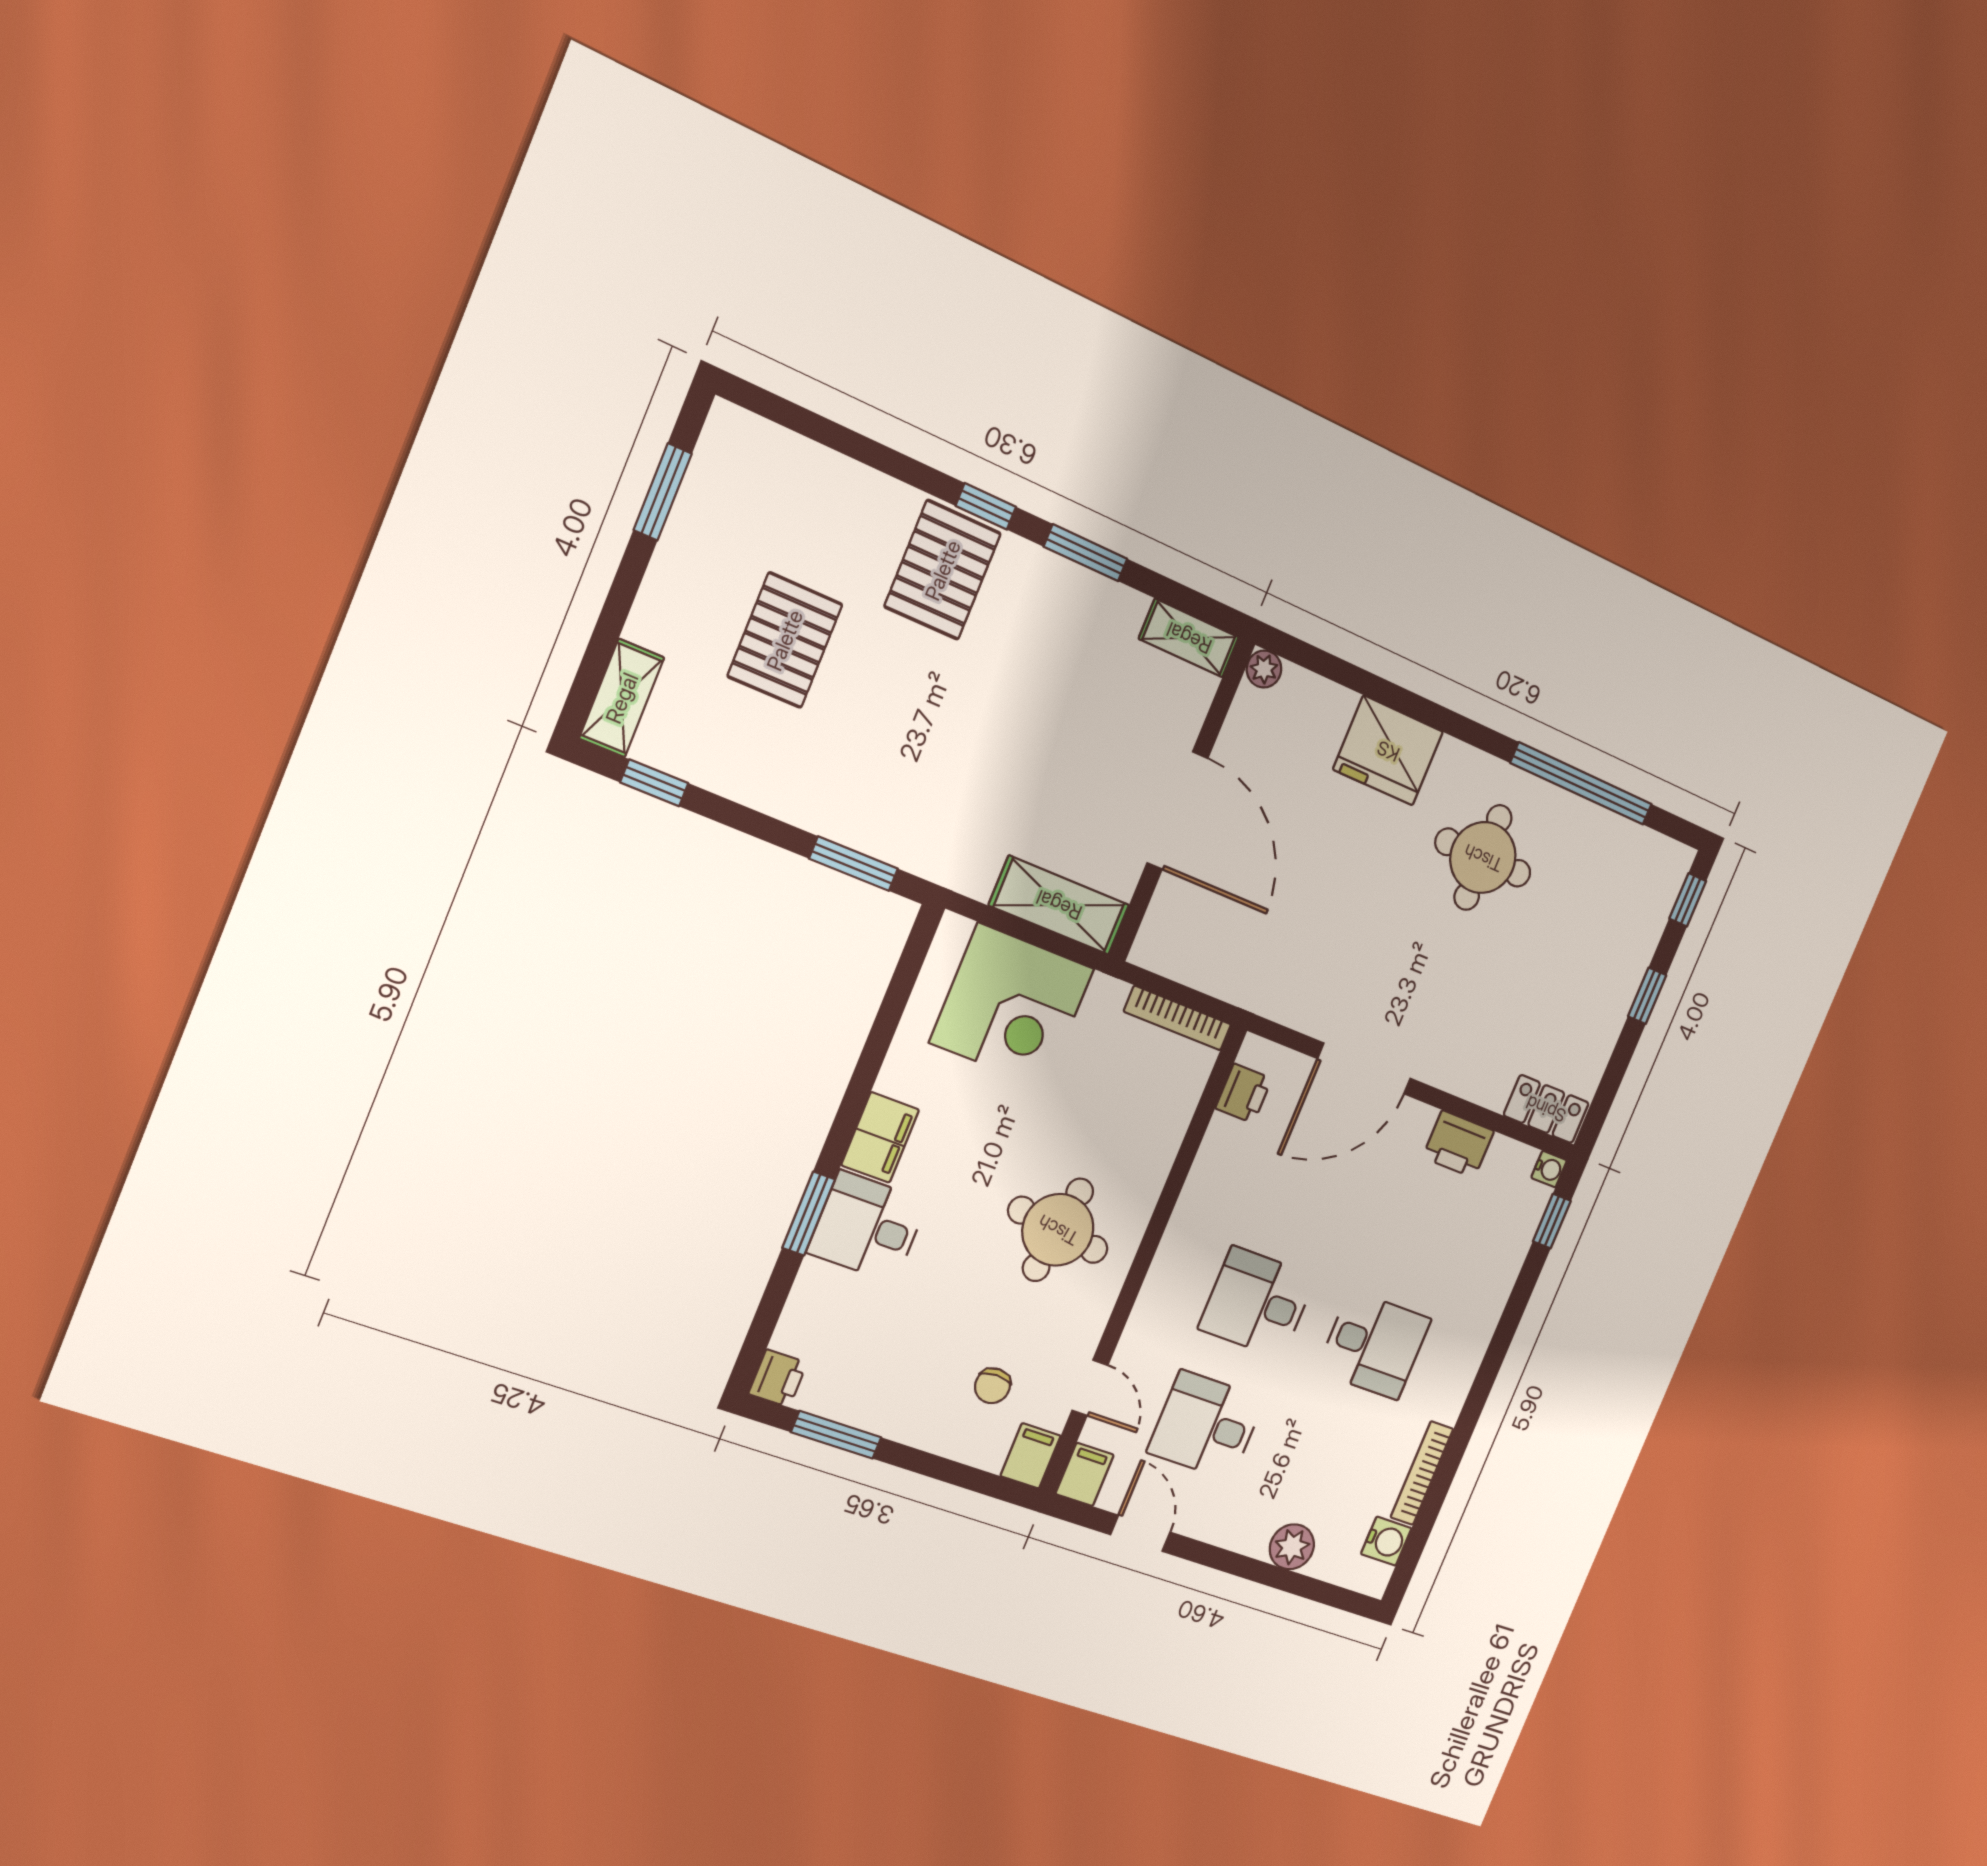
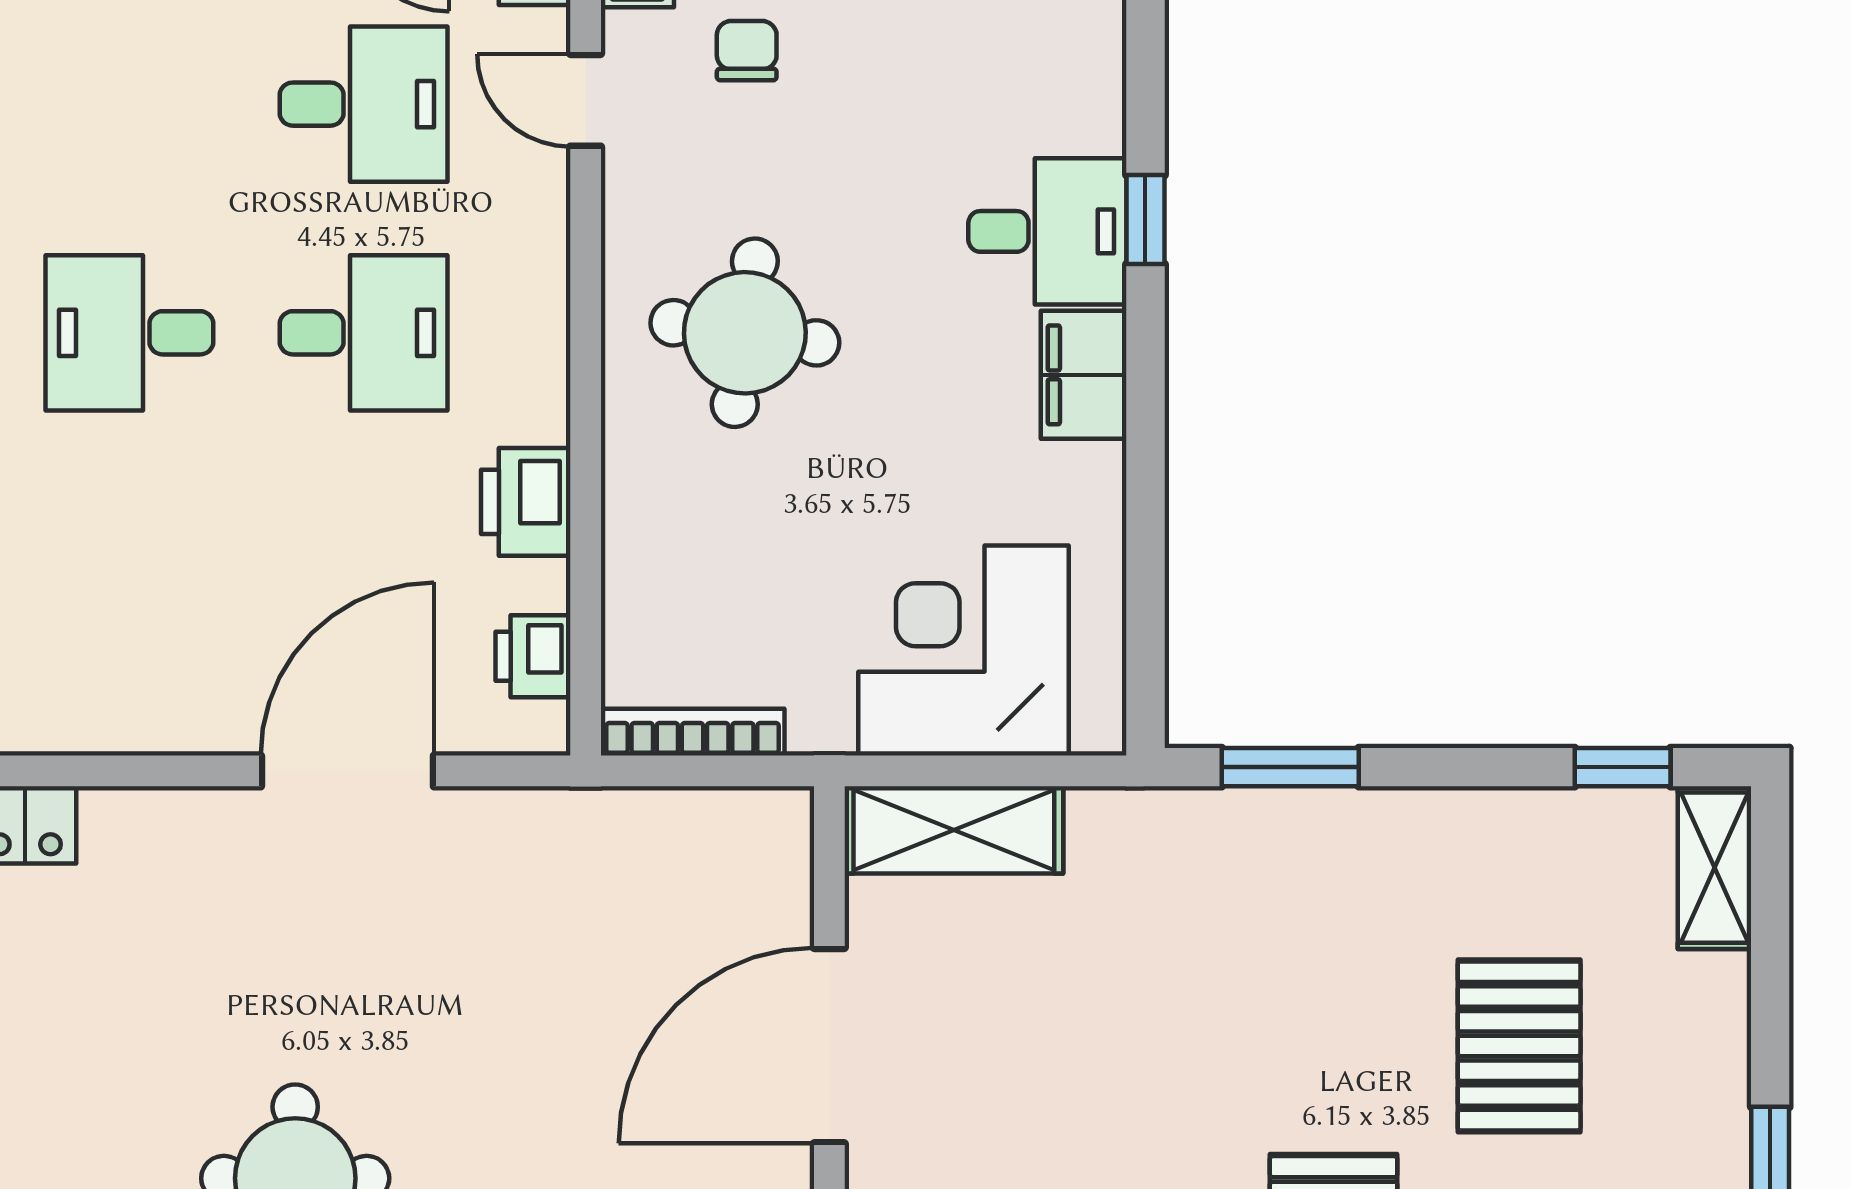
door: (1177, 811) -> (829, 1046), hinge flipped
printer: (1458, 1144) -> (526, 502), moved, turned -90
window: (809, 1214) -> (1145, 220), width x0.67

